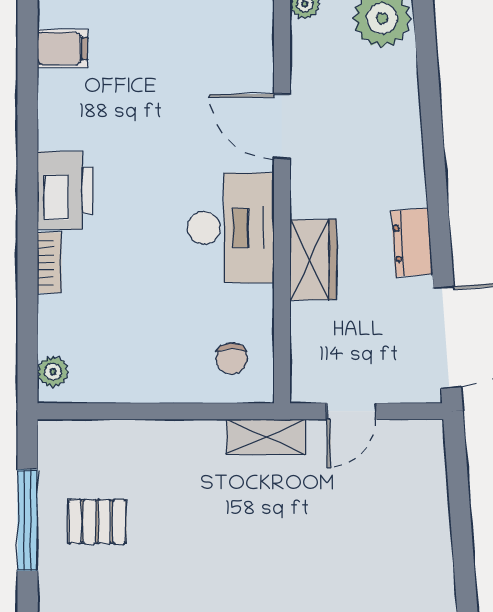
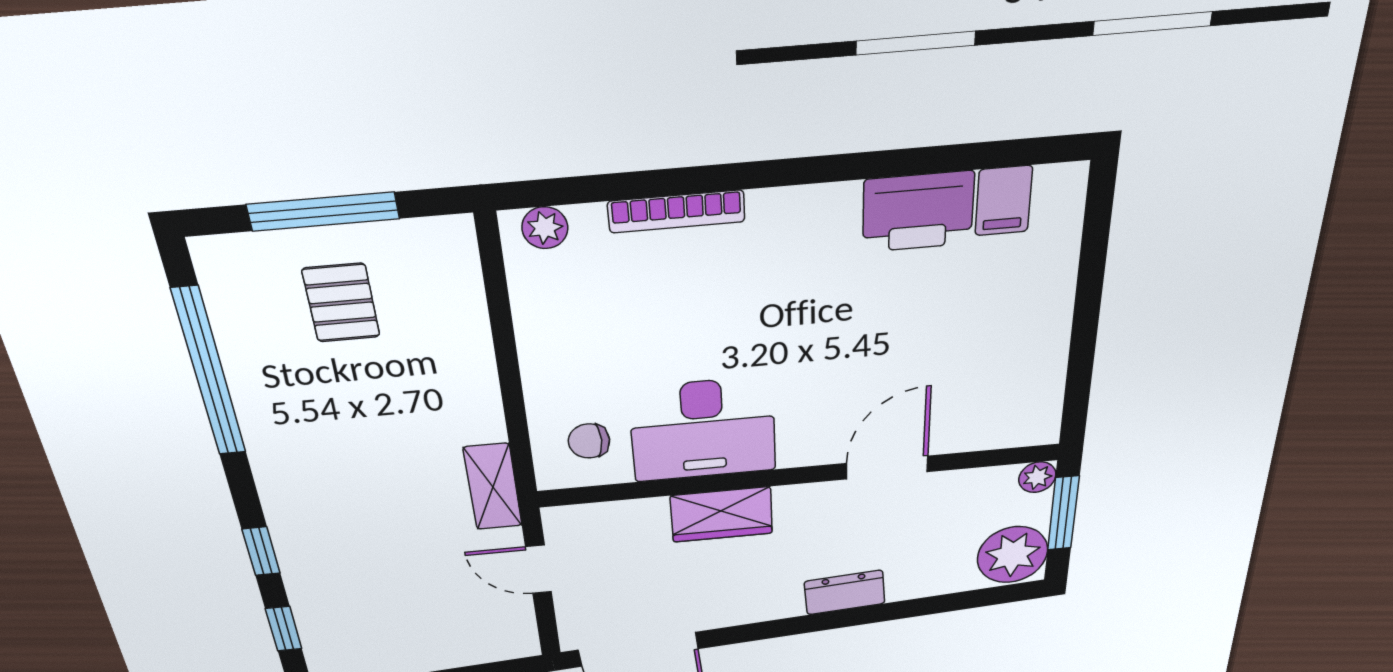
printer: (65, 190) -> (918, 212), moved
desk: (231, 228) -> (703, 430), moved
dresser: (412, 243) -> (845, 592), moved
bookcase: (49, 263) -> (676, 212), width x1.56

